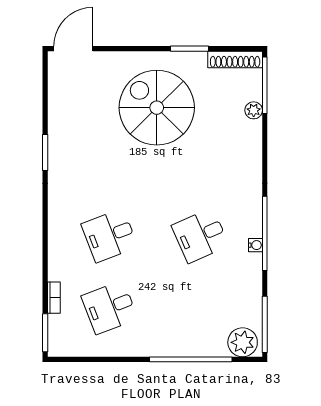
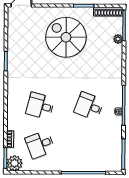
desk: (110, 235) -> (40, 106), turned 36
desk: (200, 235) -> (89, 106), turned 45
plant: (243, 342) -> (14, 163), moved

